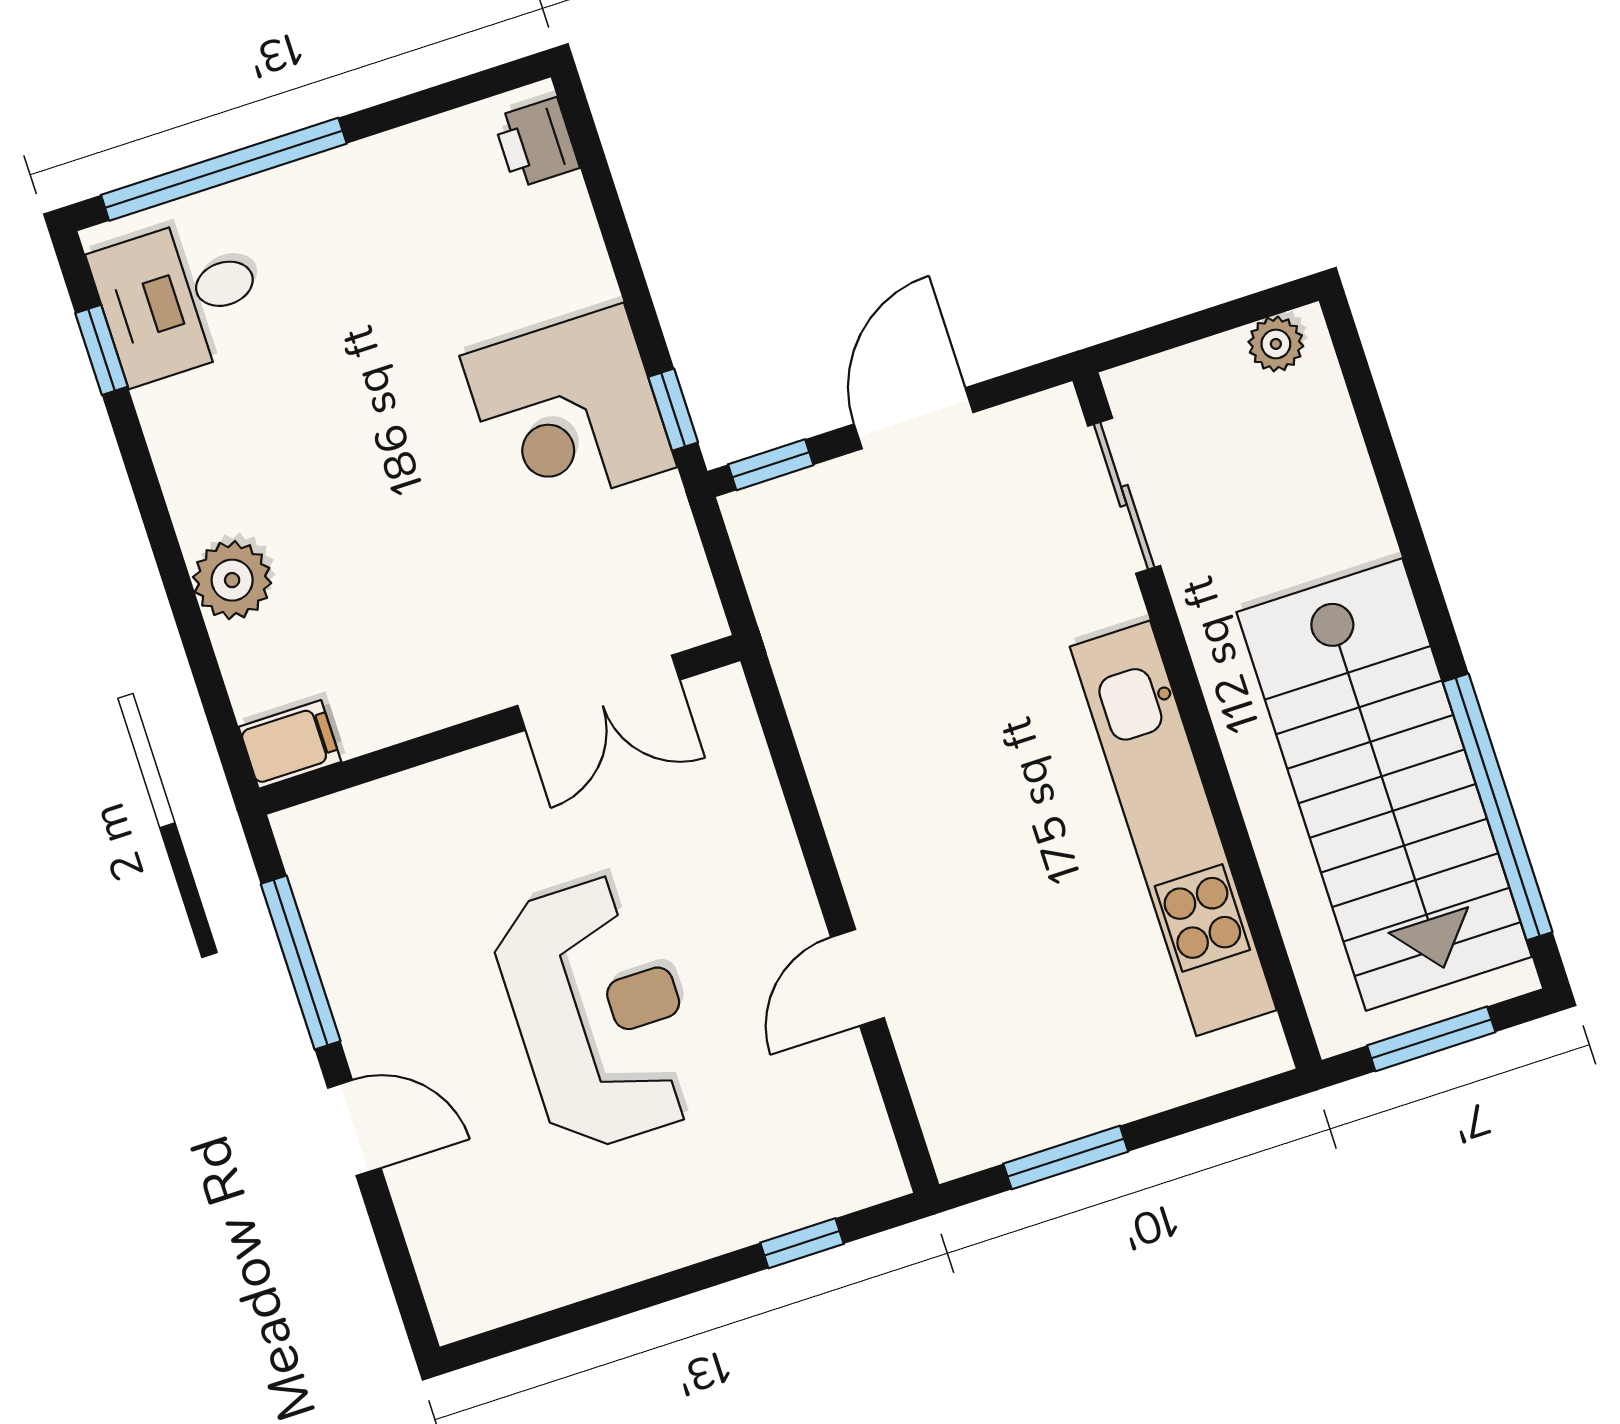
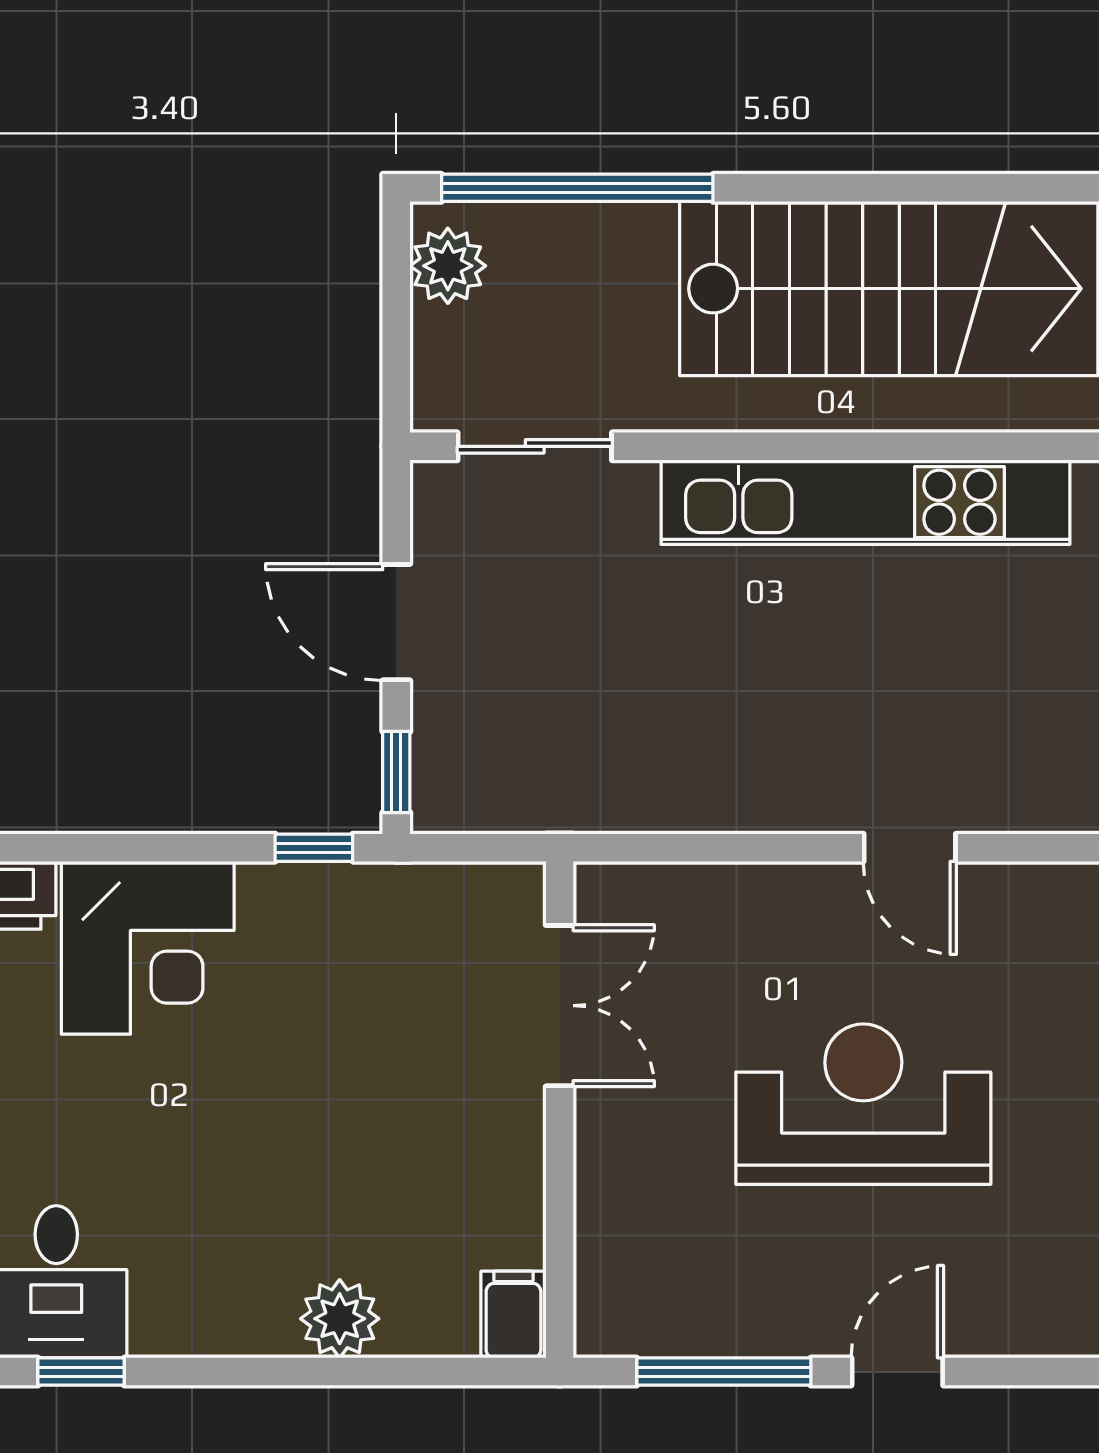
plant: (1276, 344) -> (448, 266), width x1.38, depth x1.38
corner desk: (568, 411) -> (148, 948), moved
window: (1498, 807) -> (577, 188), moved

